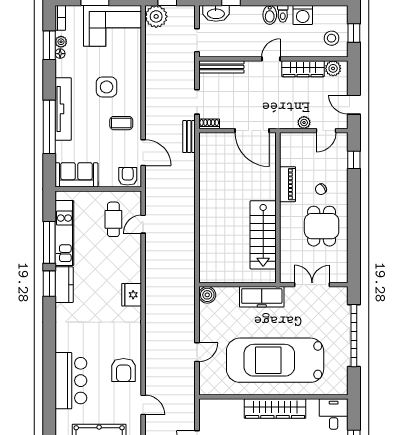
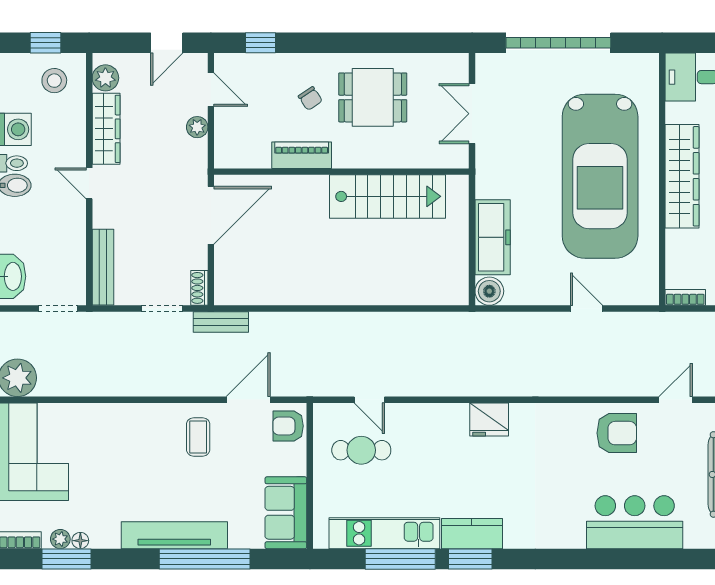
side table: (107, 87) -> (137, 462), removed
freezer: (262, 297) -> (493, 237), moved
bookcase: (204, 411) -> (685, 297), added

